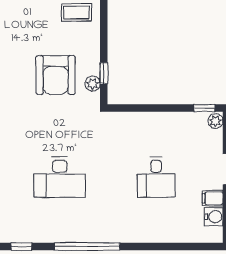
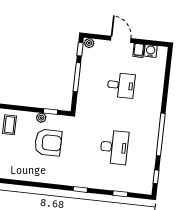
plant: (93, 84) -> (41, 118), moved
window: (161, 108) -> (77, 77), added

